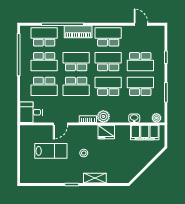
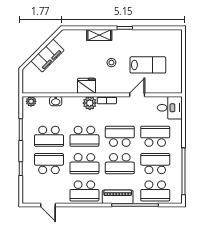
filing cabinet: (145, 132) -> (48, 56), moved, turned 135
lab bench: (51, 151) -> (148, 65), turned 180

